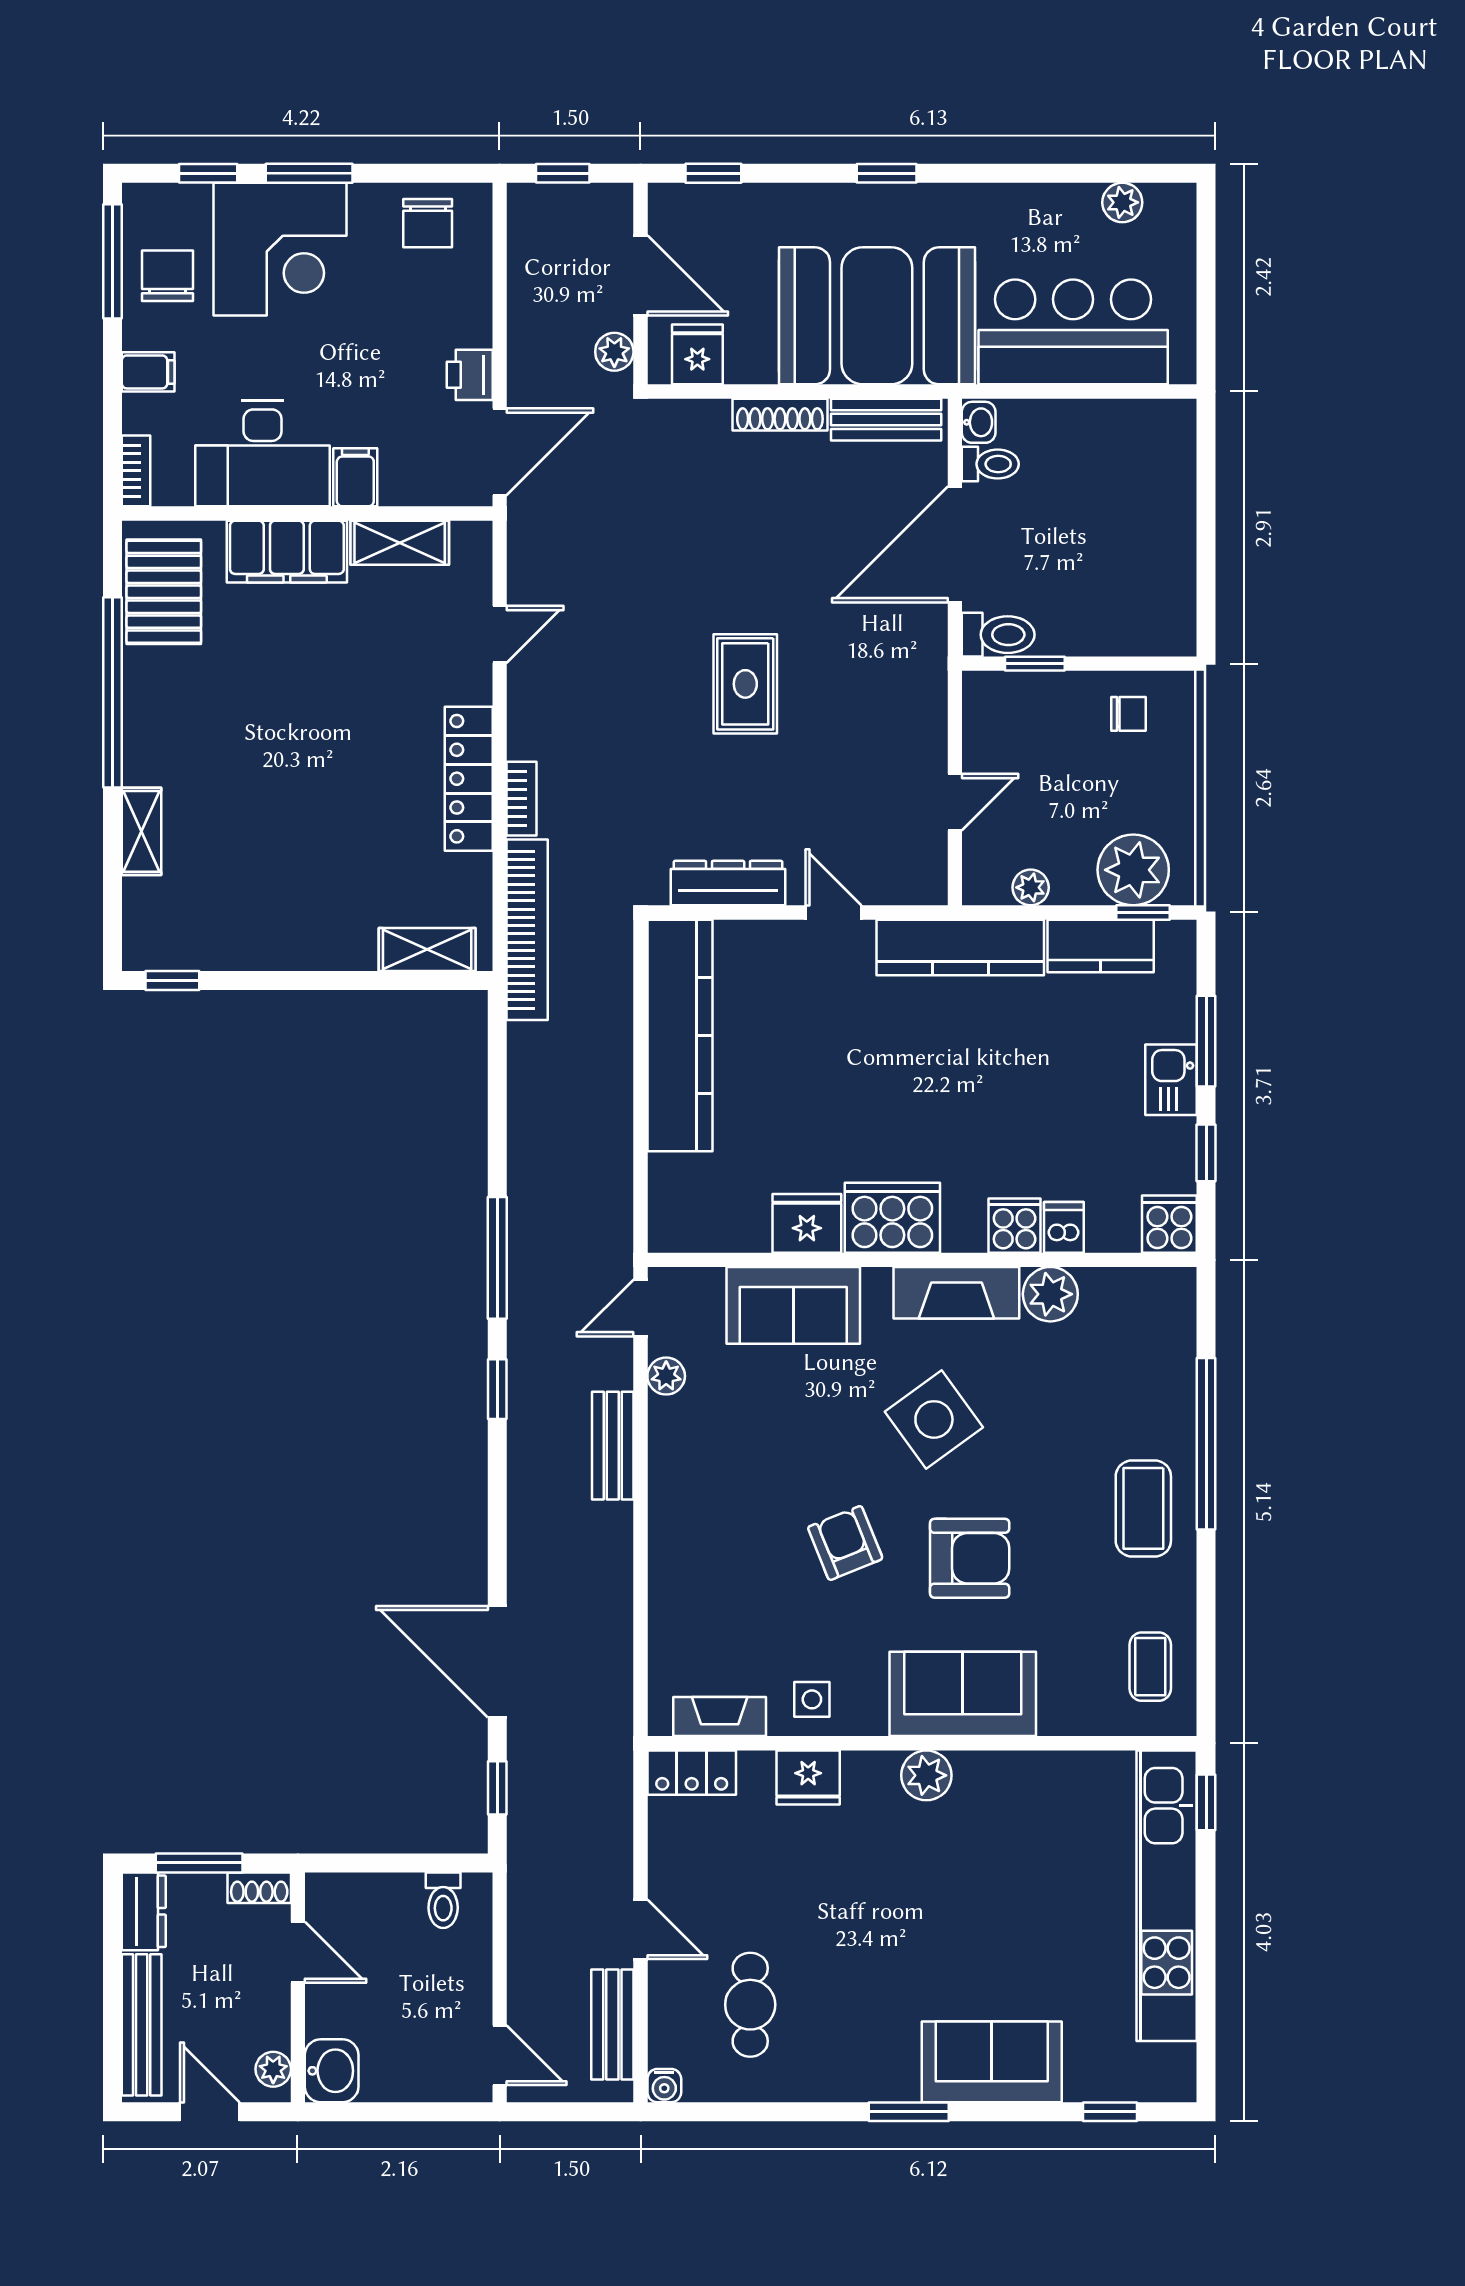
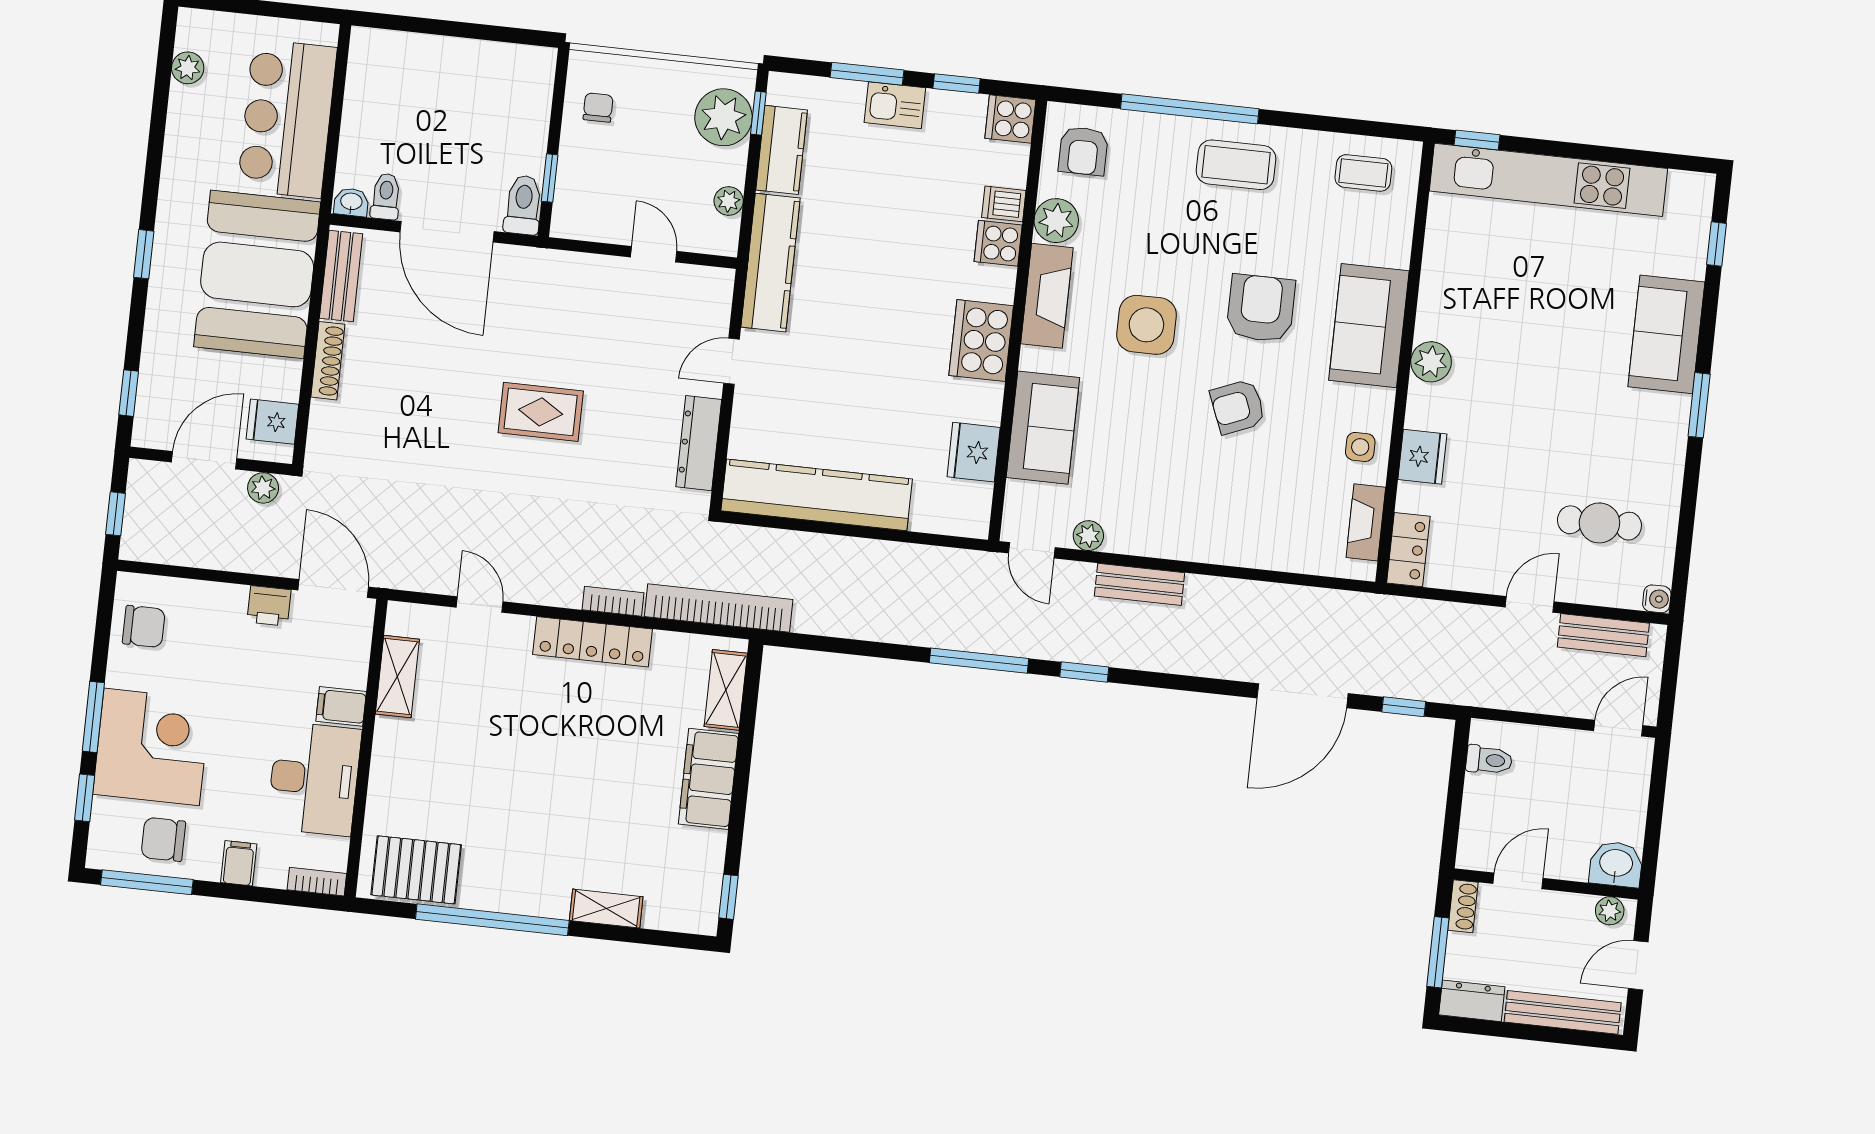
filing cabinet: (287, 552) -> (708, 779), moved, turned 180
fridge: (807, 1223) -> (974, 452), moved
armchair: (1140, 1318) -> (1083, 151), added
side table: (934, 1419) -> (1146, 325), turned 36

